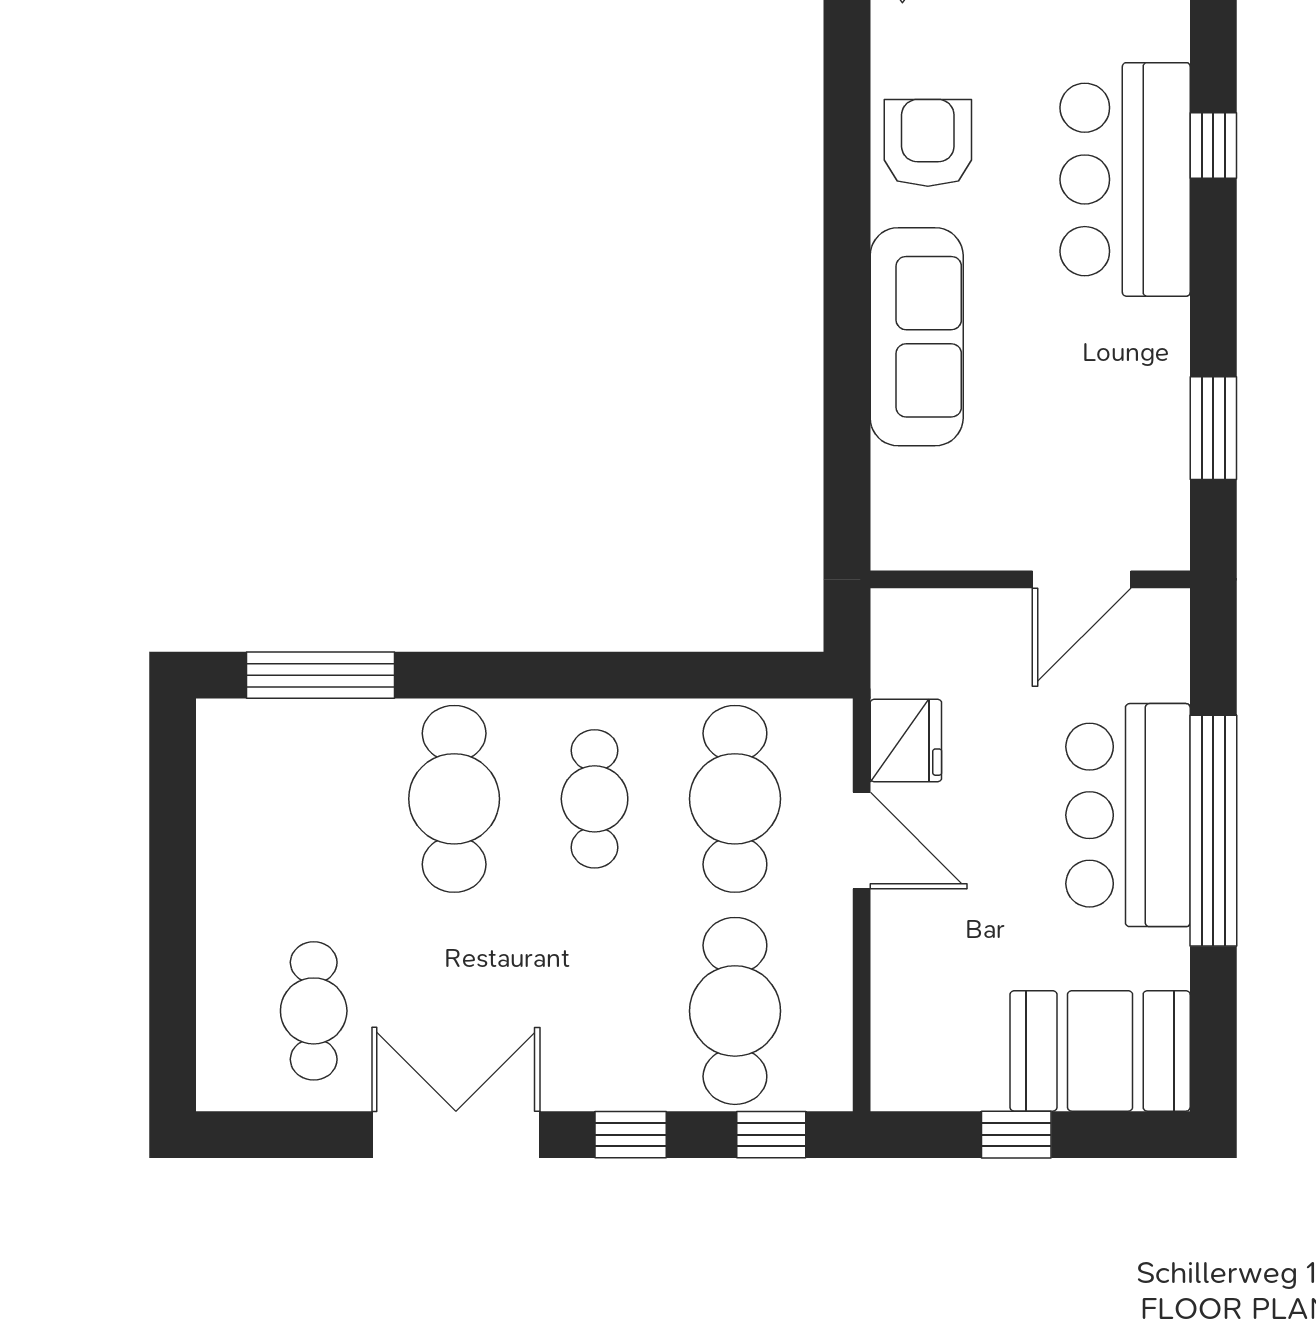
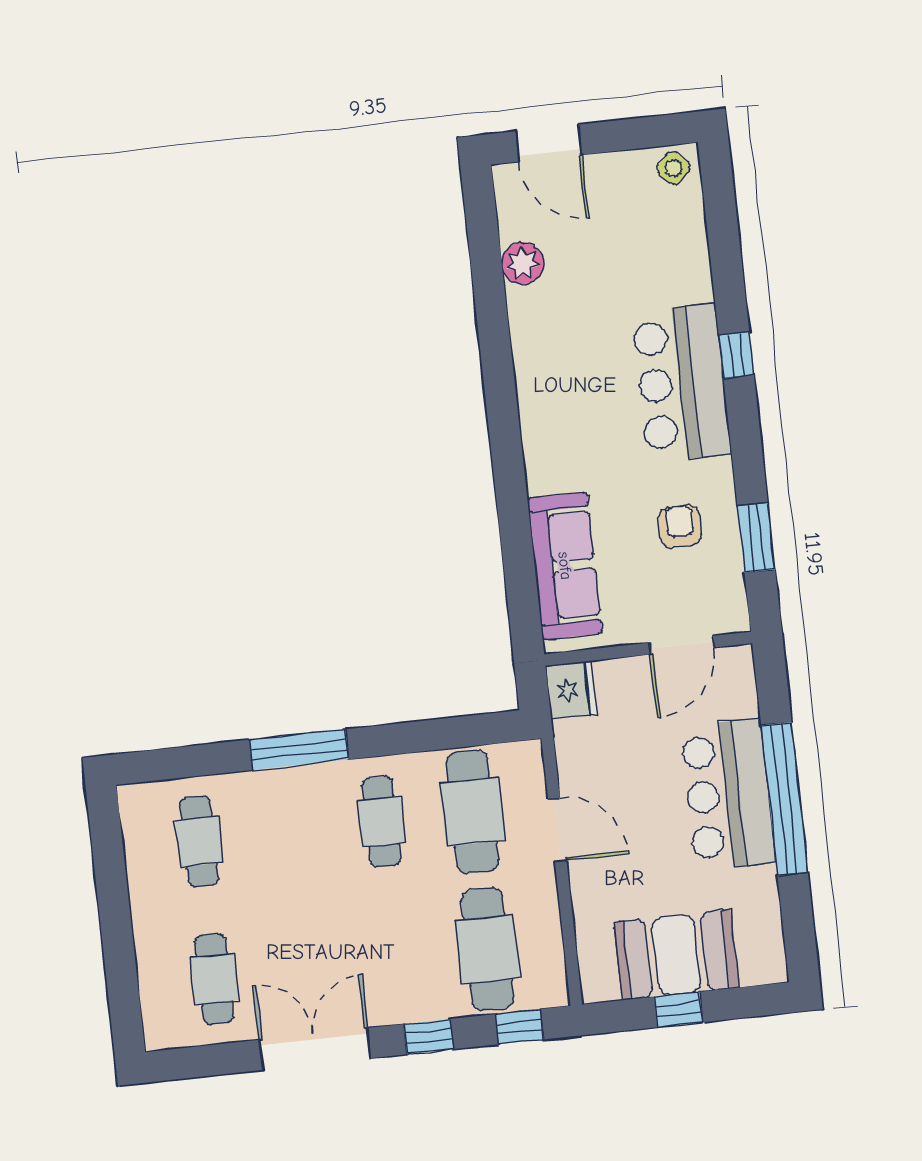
armchair: (928, 143) -> (680, 526), moved, width x0.72, depth x0.72
sofa: (917, 337) -> (565, 566), moved
window: (321, 675) -> (299, 750), moved
fridge: (906, 741) -> (571, 690), moved
cafe table: (454, 799) -> (199, 841), moved, width x0.73, depth x0.74
booth: (1100, 1051) -> (676, 955), moved

